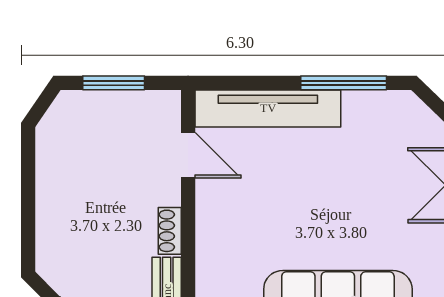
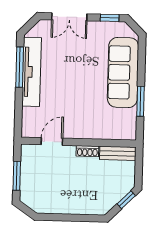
tv unit: (268, 108) -> (32, 72), moved

